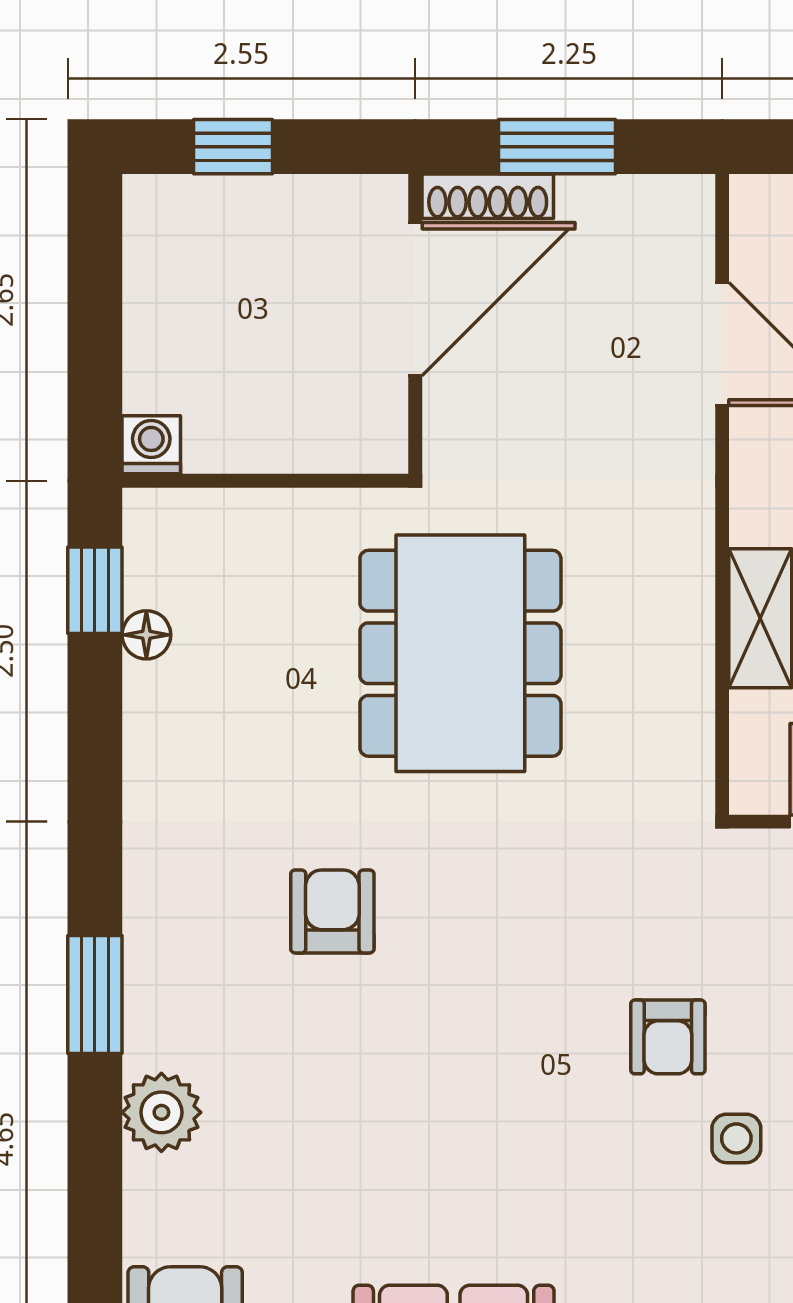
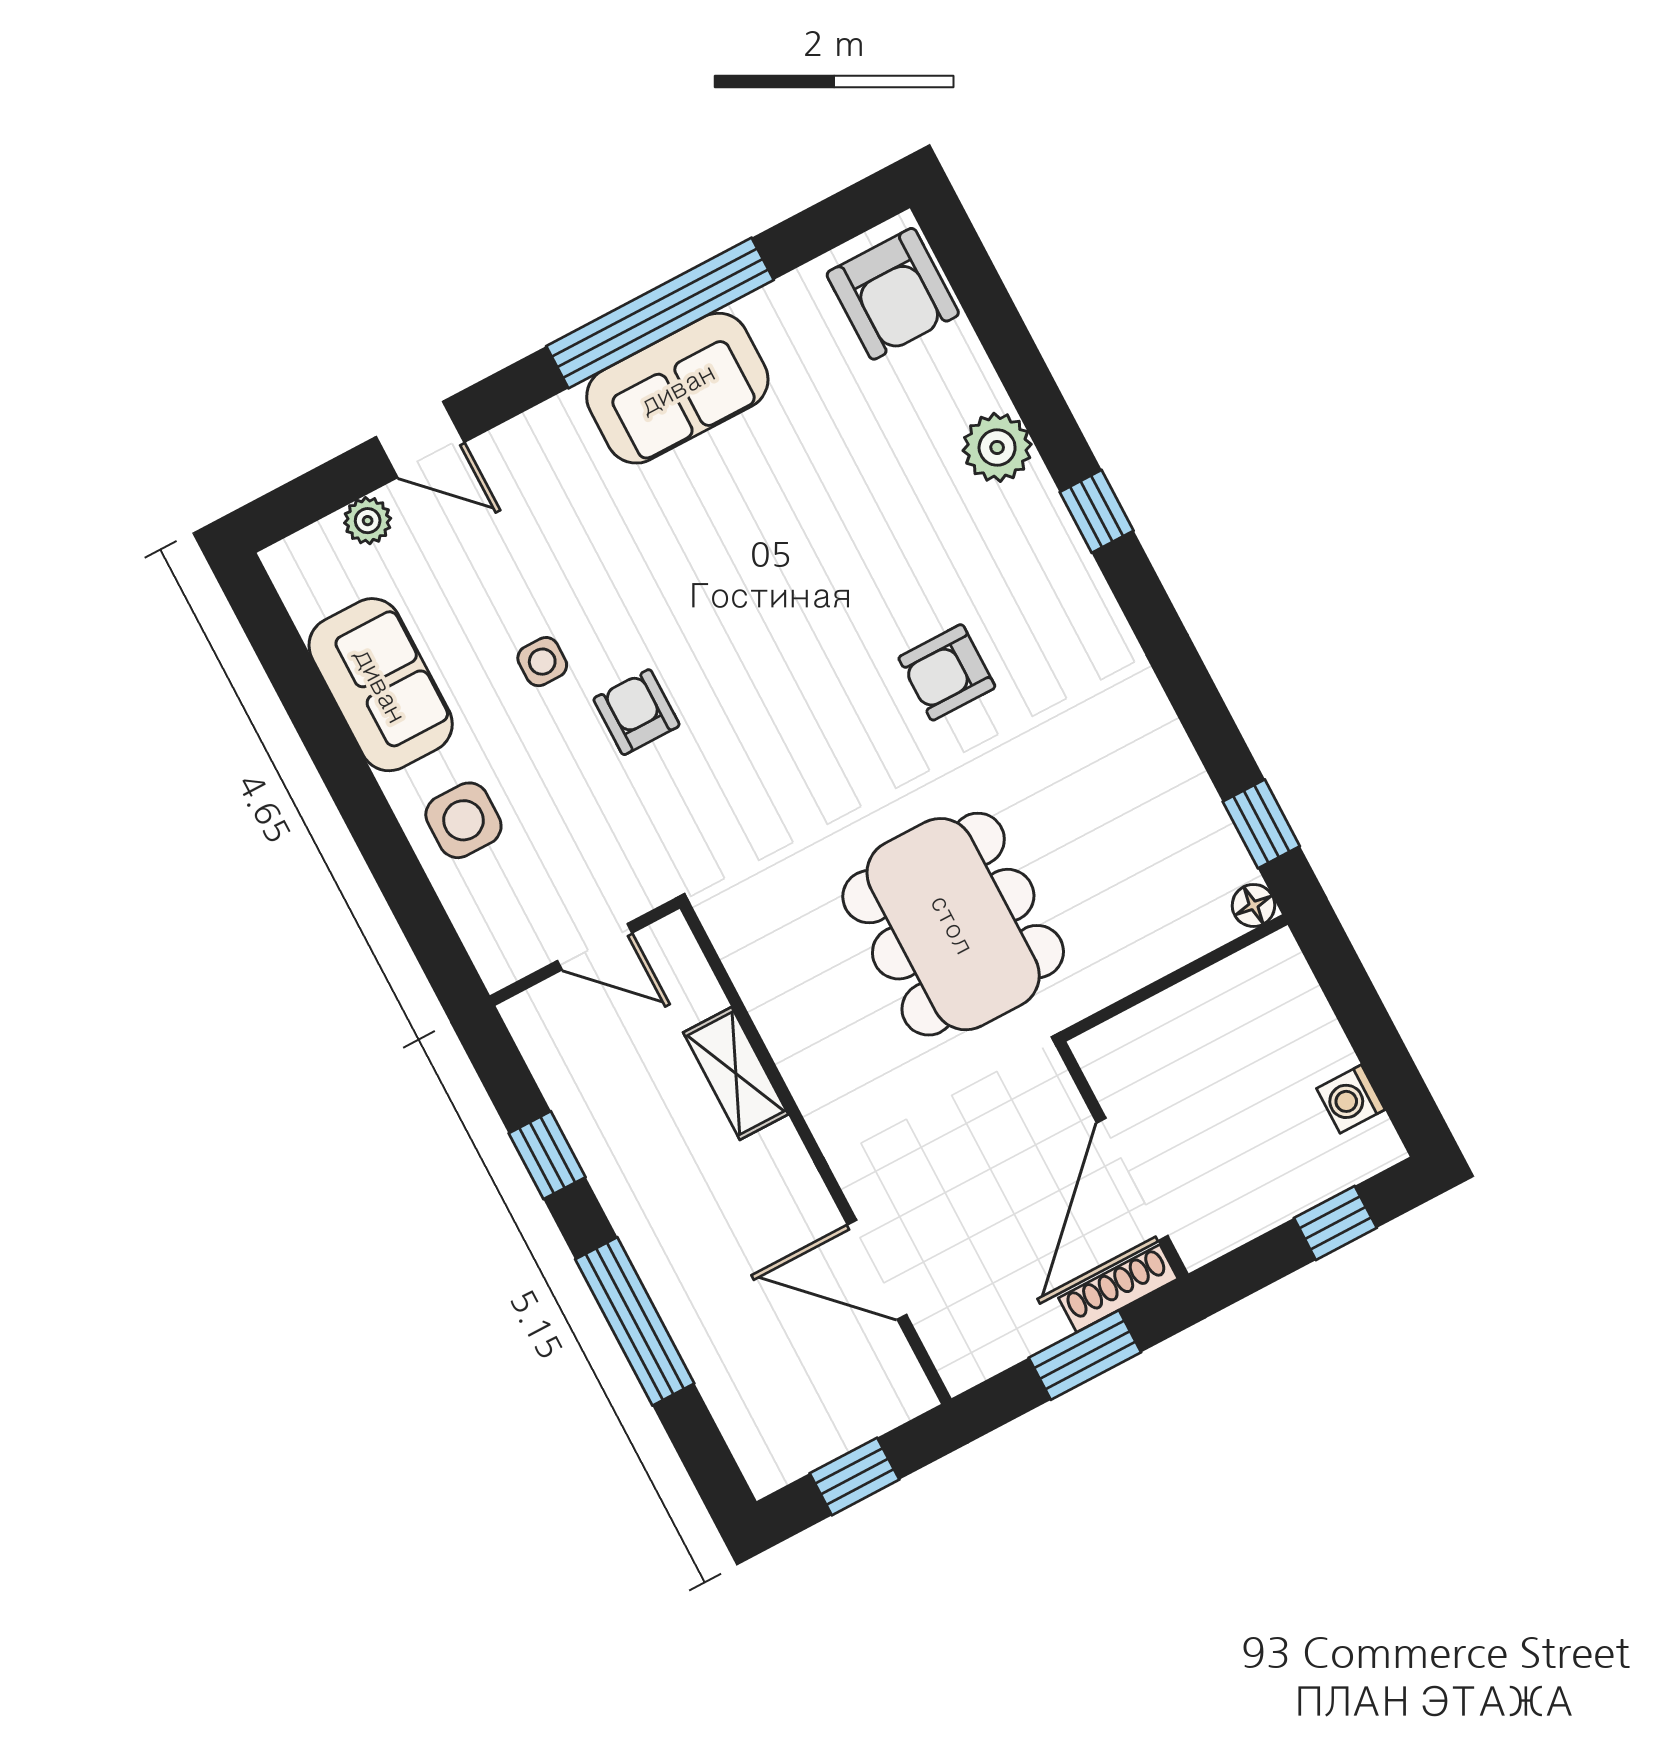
washing machine: (151, 445) -> (1351, 1099), moved, turned 90
floor lamp: (146, 635) -> (1253, 905), moved
armchair: (332, 911) -> (947, 672), turned 90
window: (95, 994) -> (1097, 511), width x0.67

